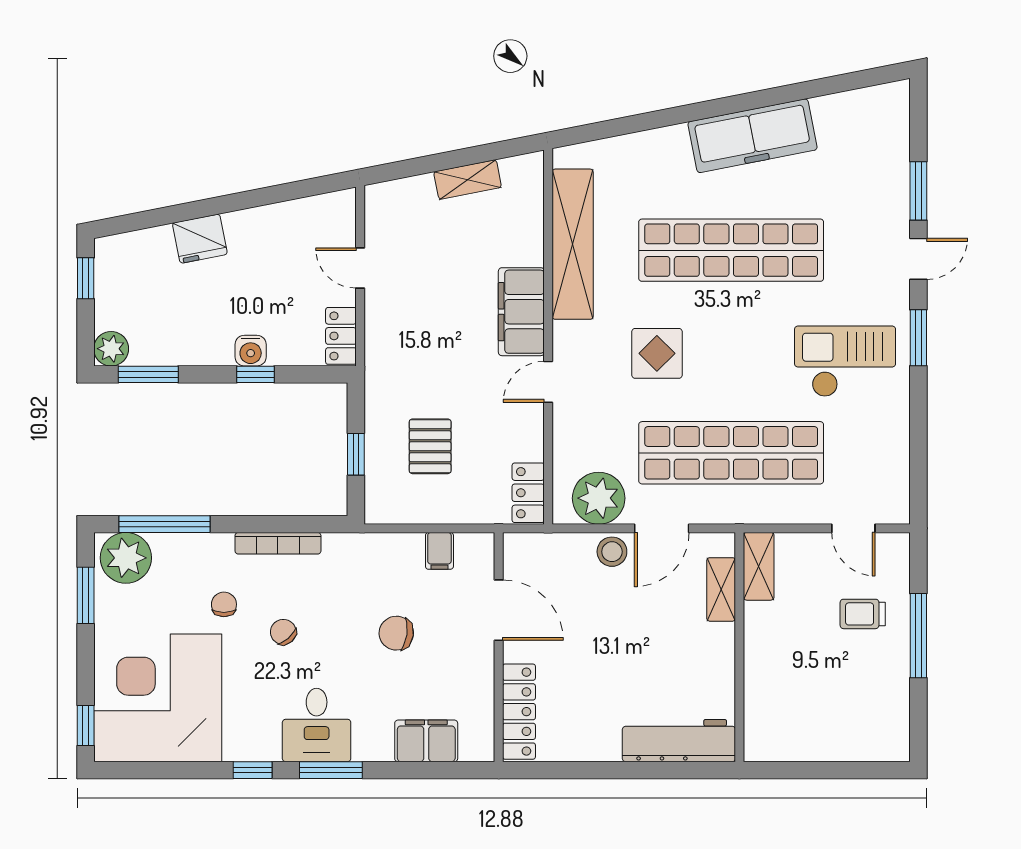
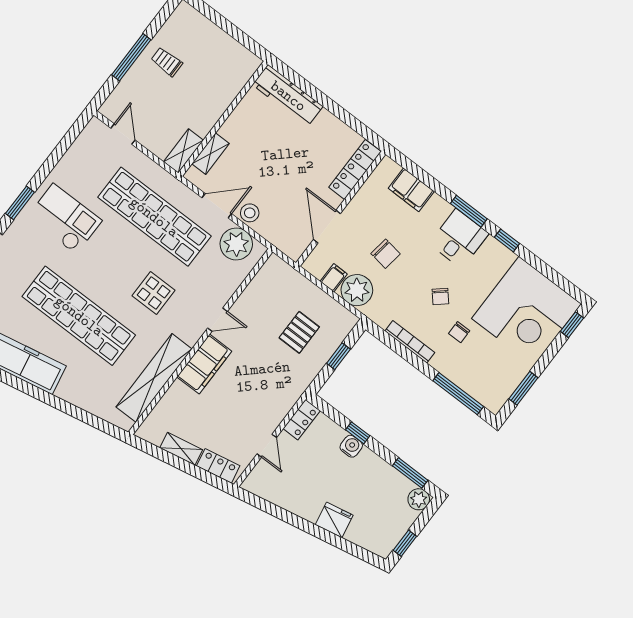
checkout: (845, 361) -> (65, 219), turned 180
locker: (528, 493) -> (218, 466), moved, turned -101
plant: (126, 558) -> (357, 290), moved
trolley: (863, 614) -> (167, 62), moved, turned 180

